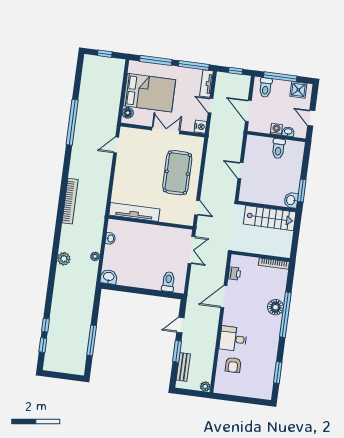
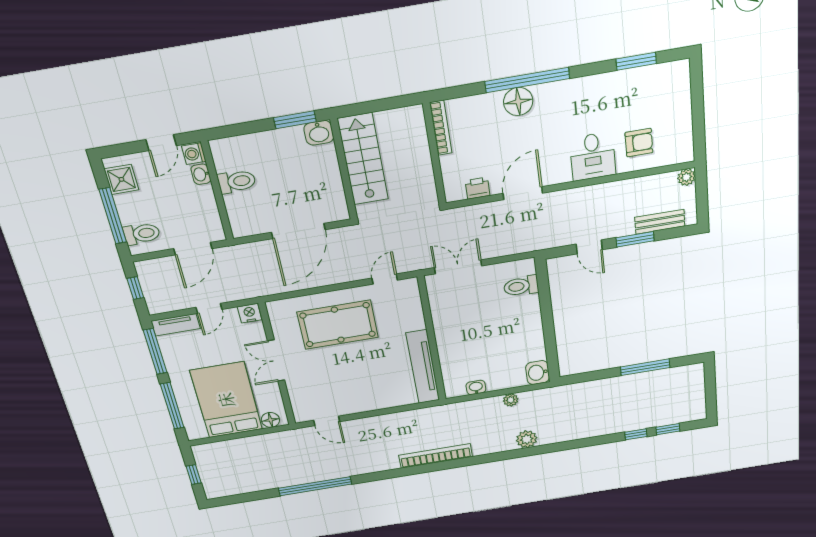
washing machine: (276, 129) -> (194, 154), moved
door: (240, 171) -> (298, 231), width x1.88
door: (224, 297) -> (523, 193), swing flipped

